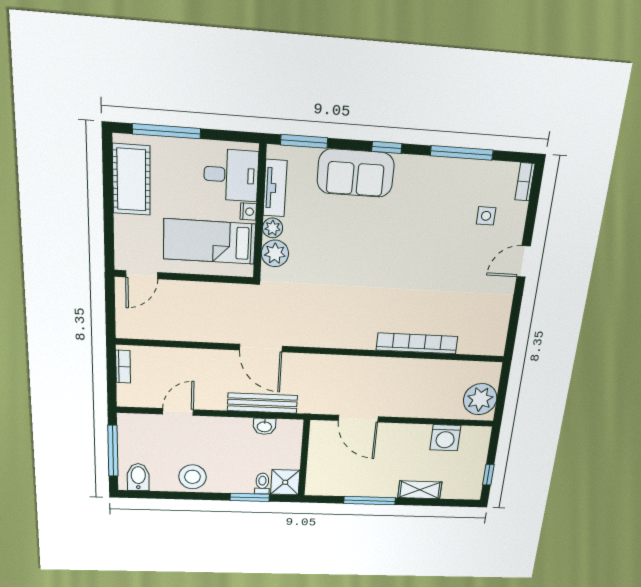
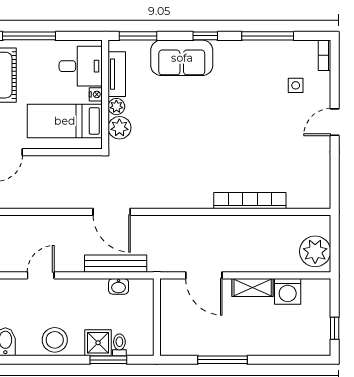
shower: (285, 482) -> (98, 343), moved
shelving: (420, 490) -> (253, 287), moved

